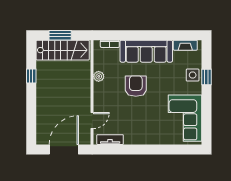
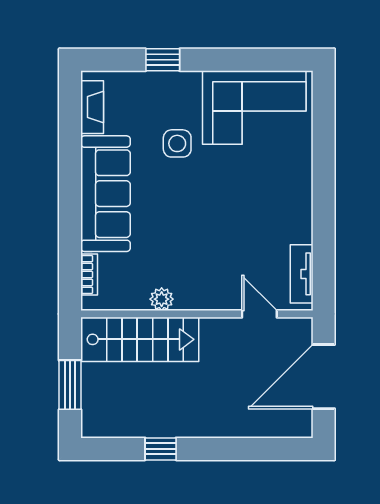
stairs: (63, 50) -> (140, 339), moved, turned 90
side table: (193, 75) -> (177, 143), moved
armchair: (136, 86) -> (183, 217), removed
door: (64, 149) -> (324, 377), hinge flipped

